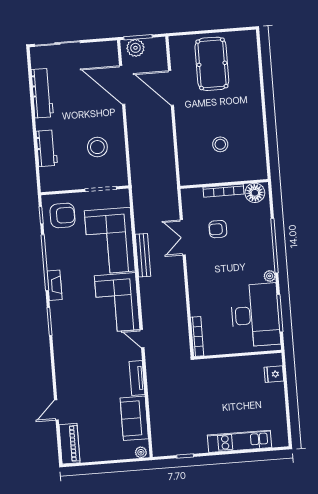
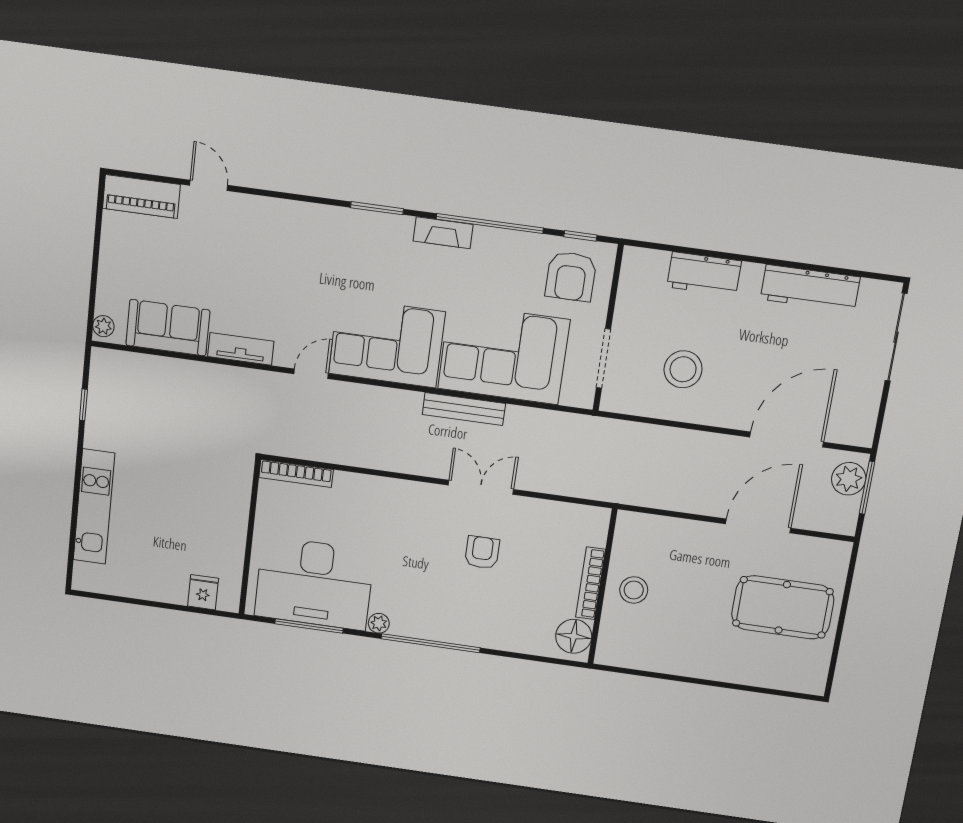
wall: (224, 184) -> (602, 587), moved
bookcase: (224, 191) -> (591, 583), moved
floor lamp: (255, 193) -> (574, 636), moved

